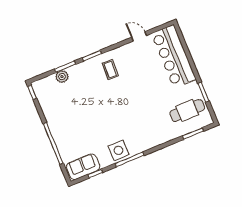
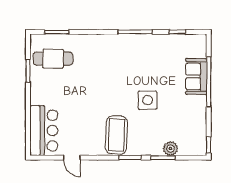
bar counter: (174, 56) -> (44, 131), width x0.73
coffee table: (110, 70) -> (116, 135), width x1.86, depth x1.72
side table: (118, 150) -> (148, 100), moved
sofa: (83, 167) -> (196, 76), moved, turned 90

